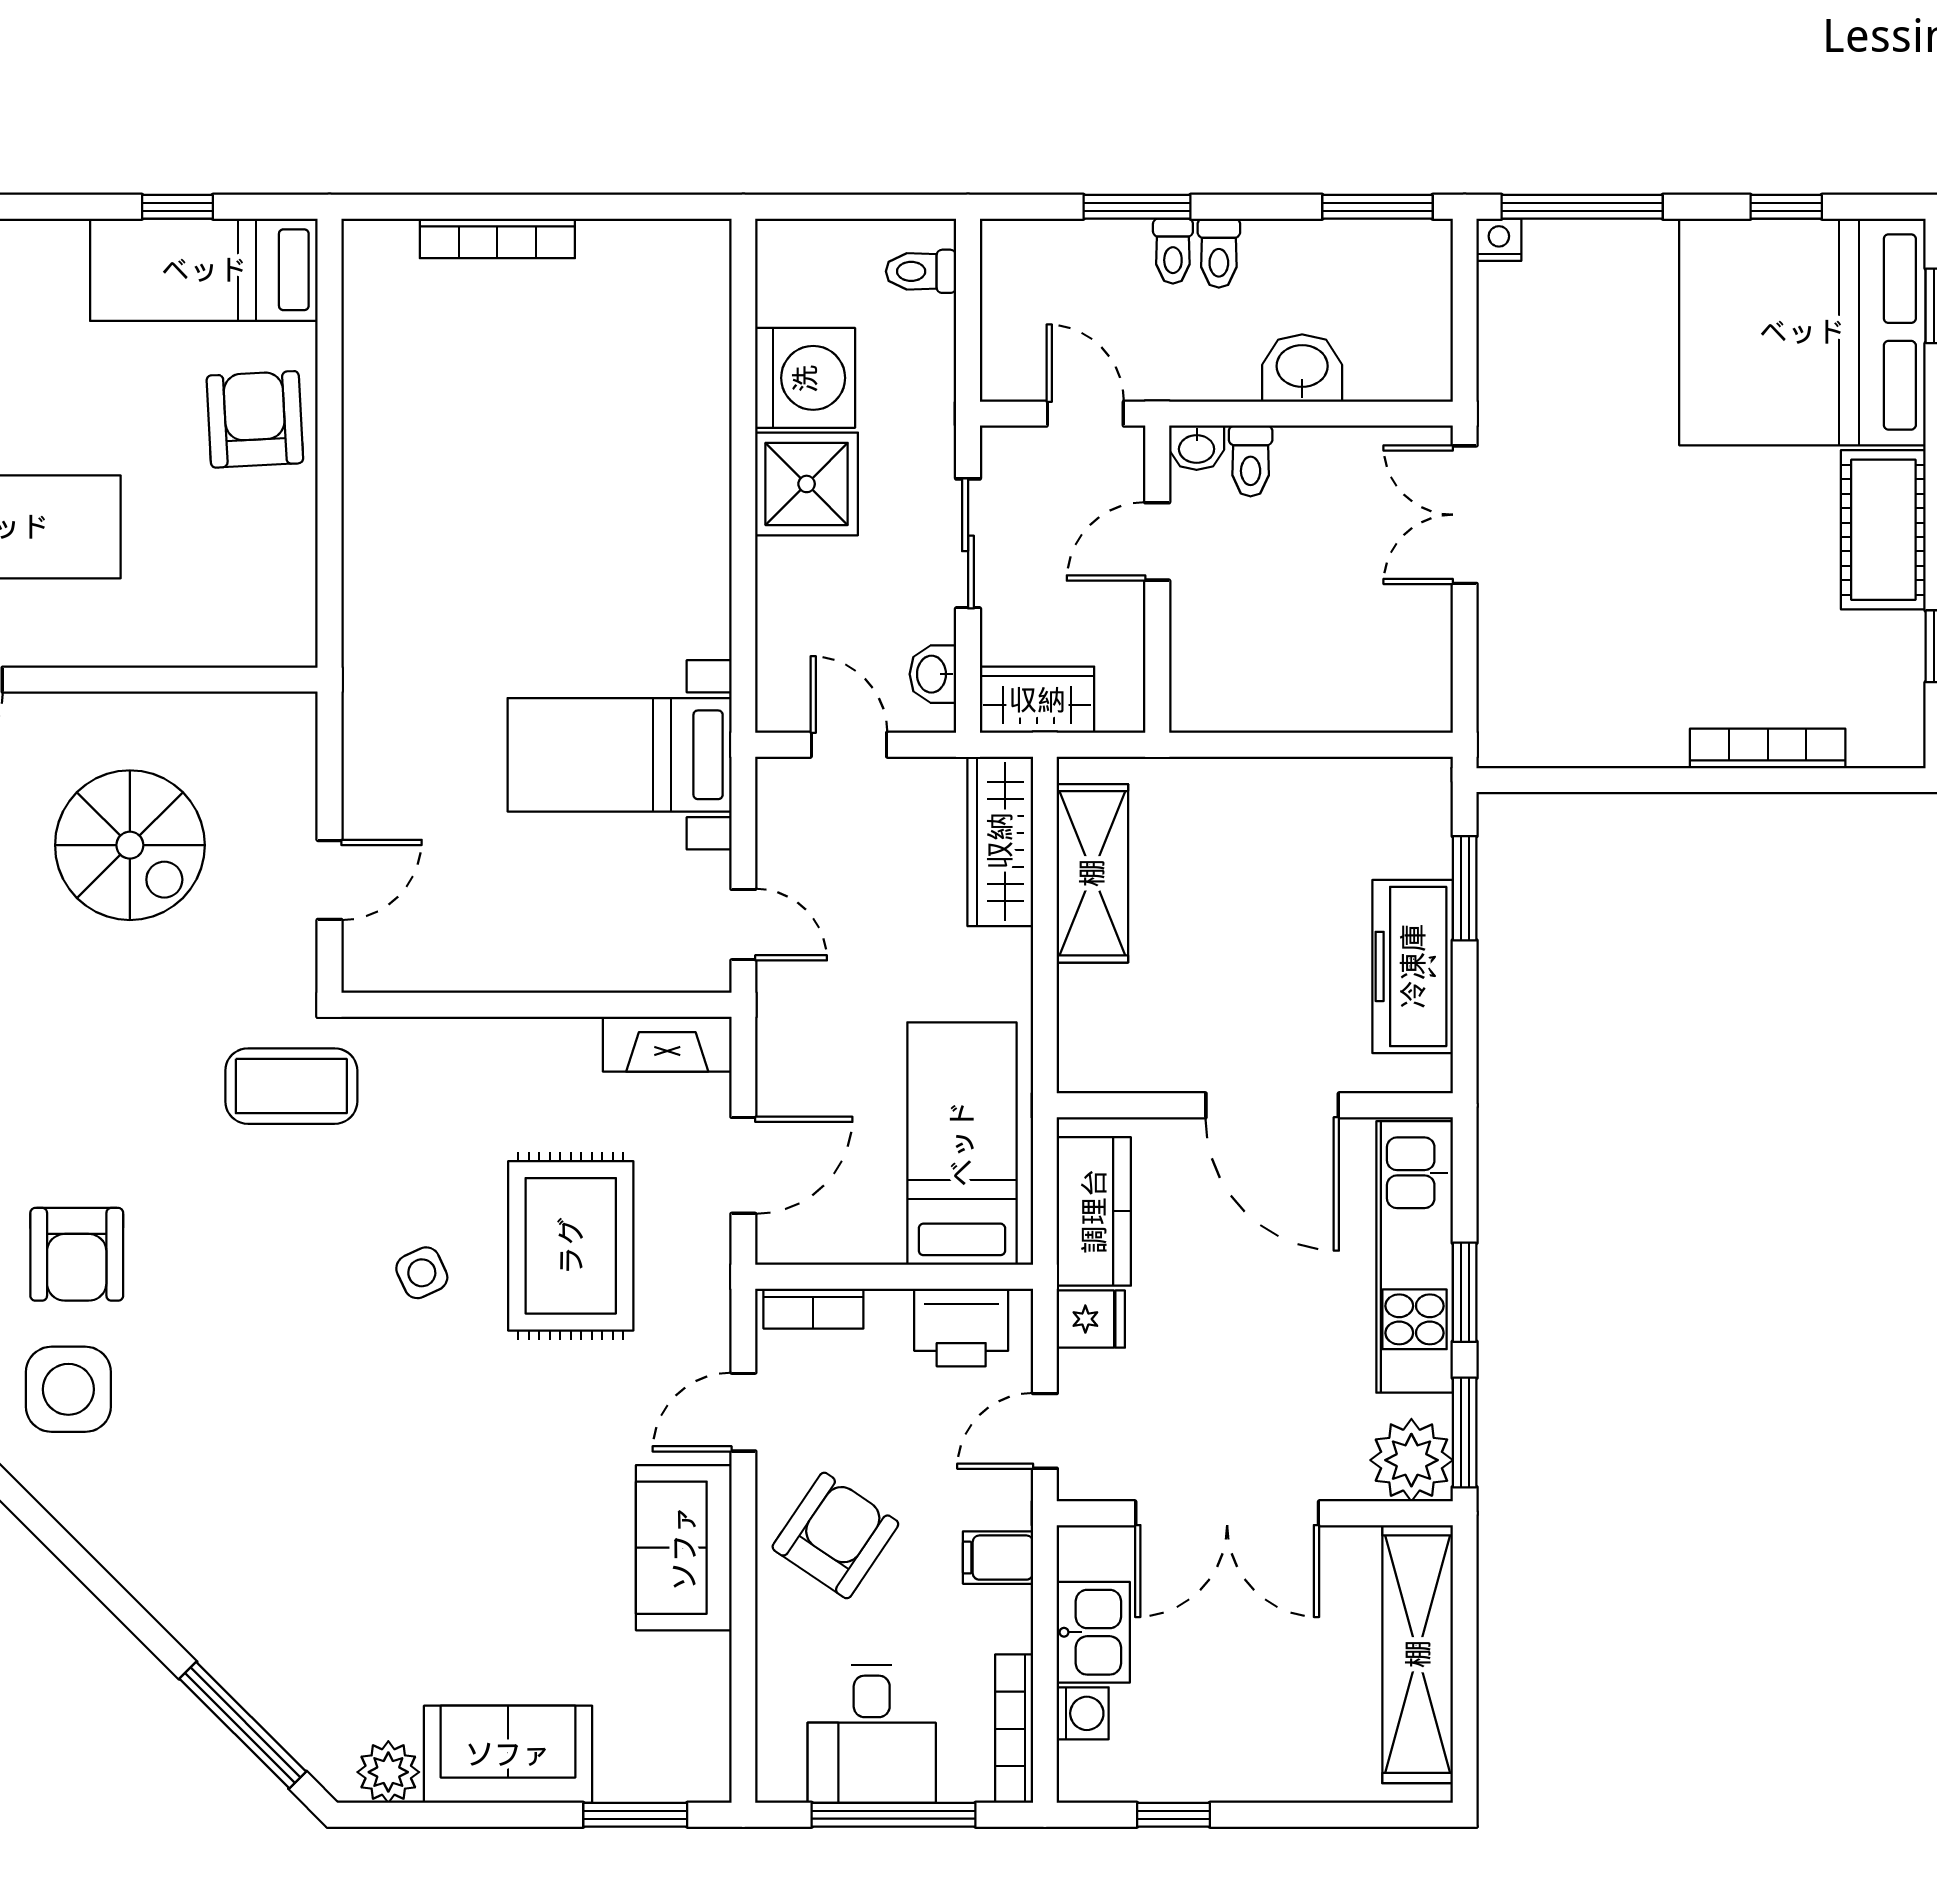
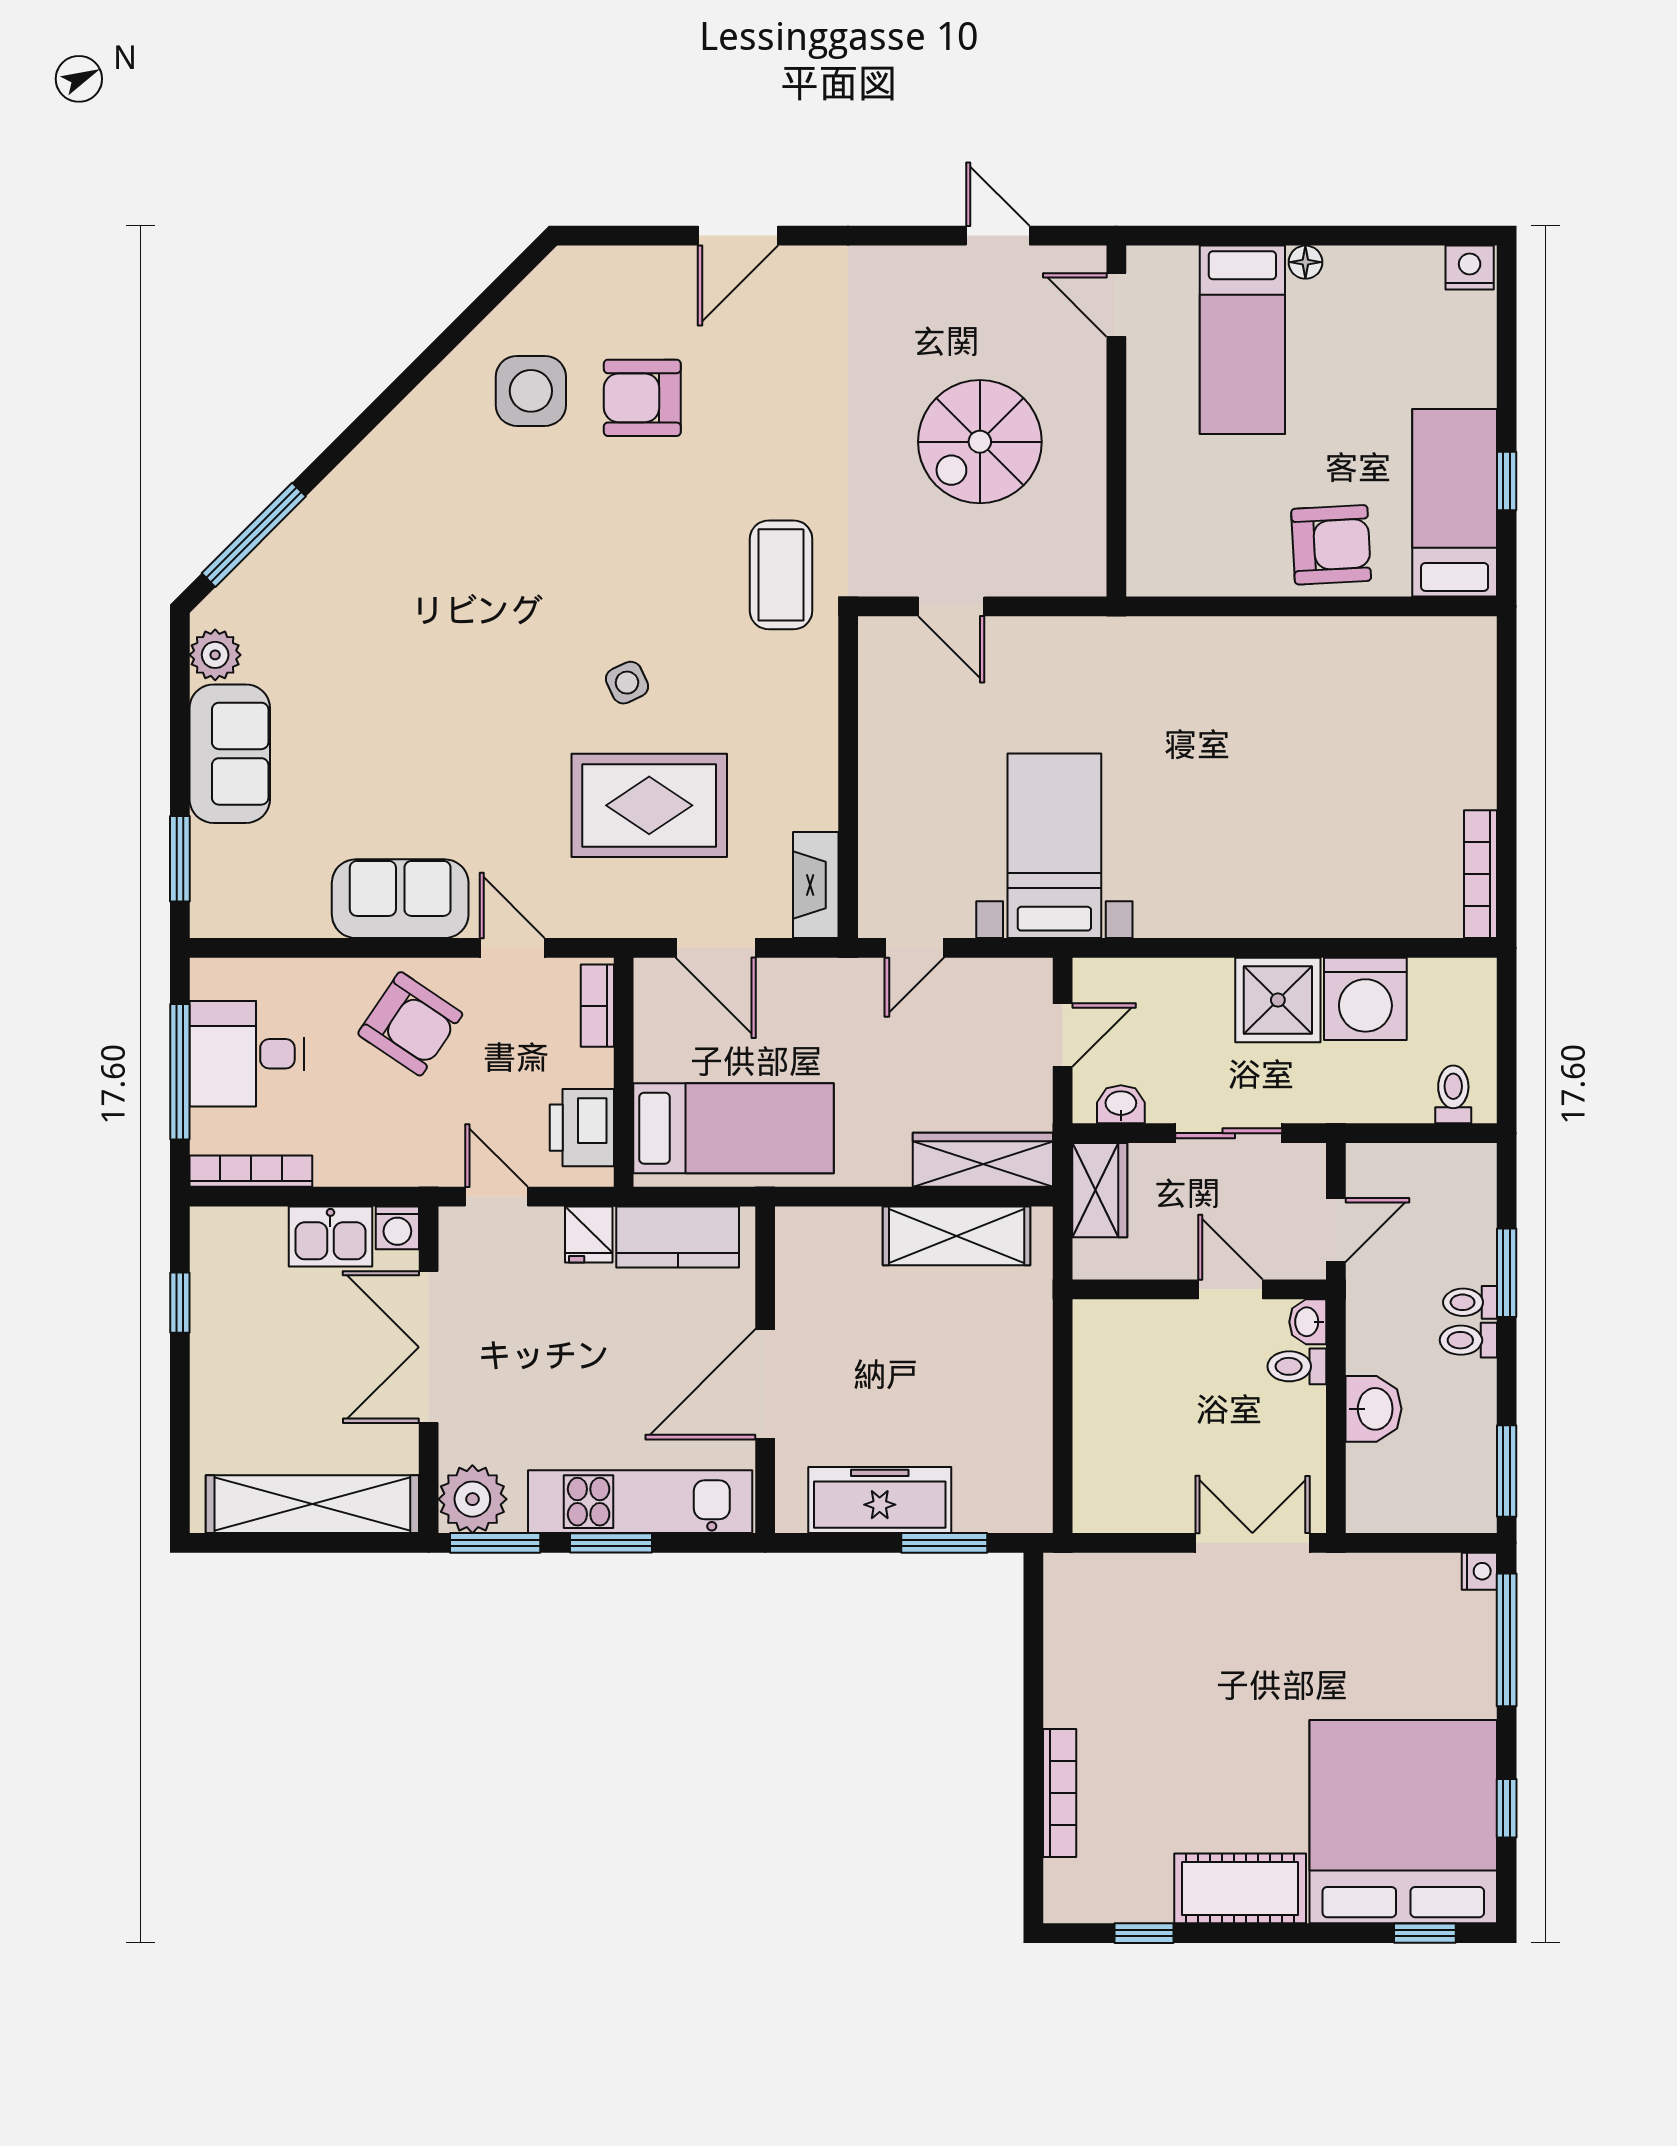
bookcase: (497, 238) -> (1480, 874), moved
filing cabinet: (998, 1558) -> (392, 1158), removed
washing machine: (1083, 1713) -> (397, 1228), moved

